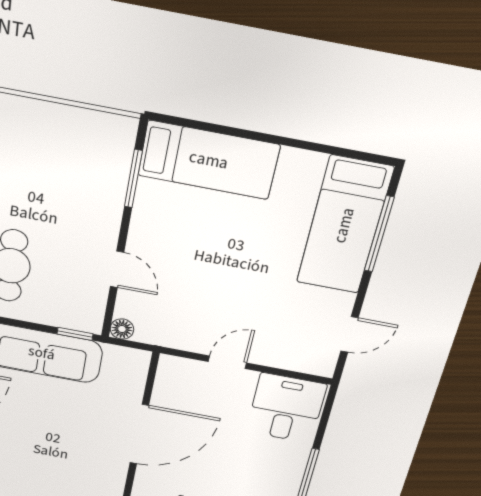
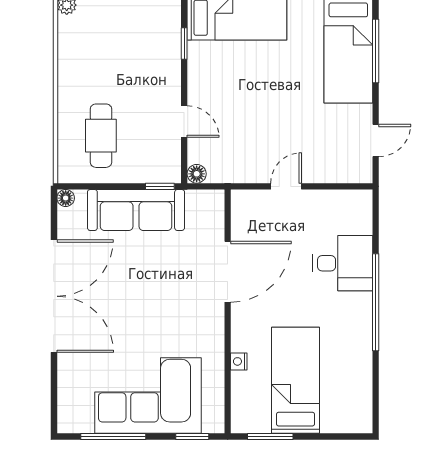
window: (133, 179) -> (184, 44), width x0.67
desk: (286, 408) -> (343, 263), moved, turned 90

